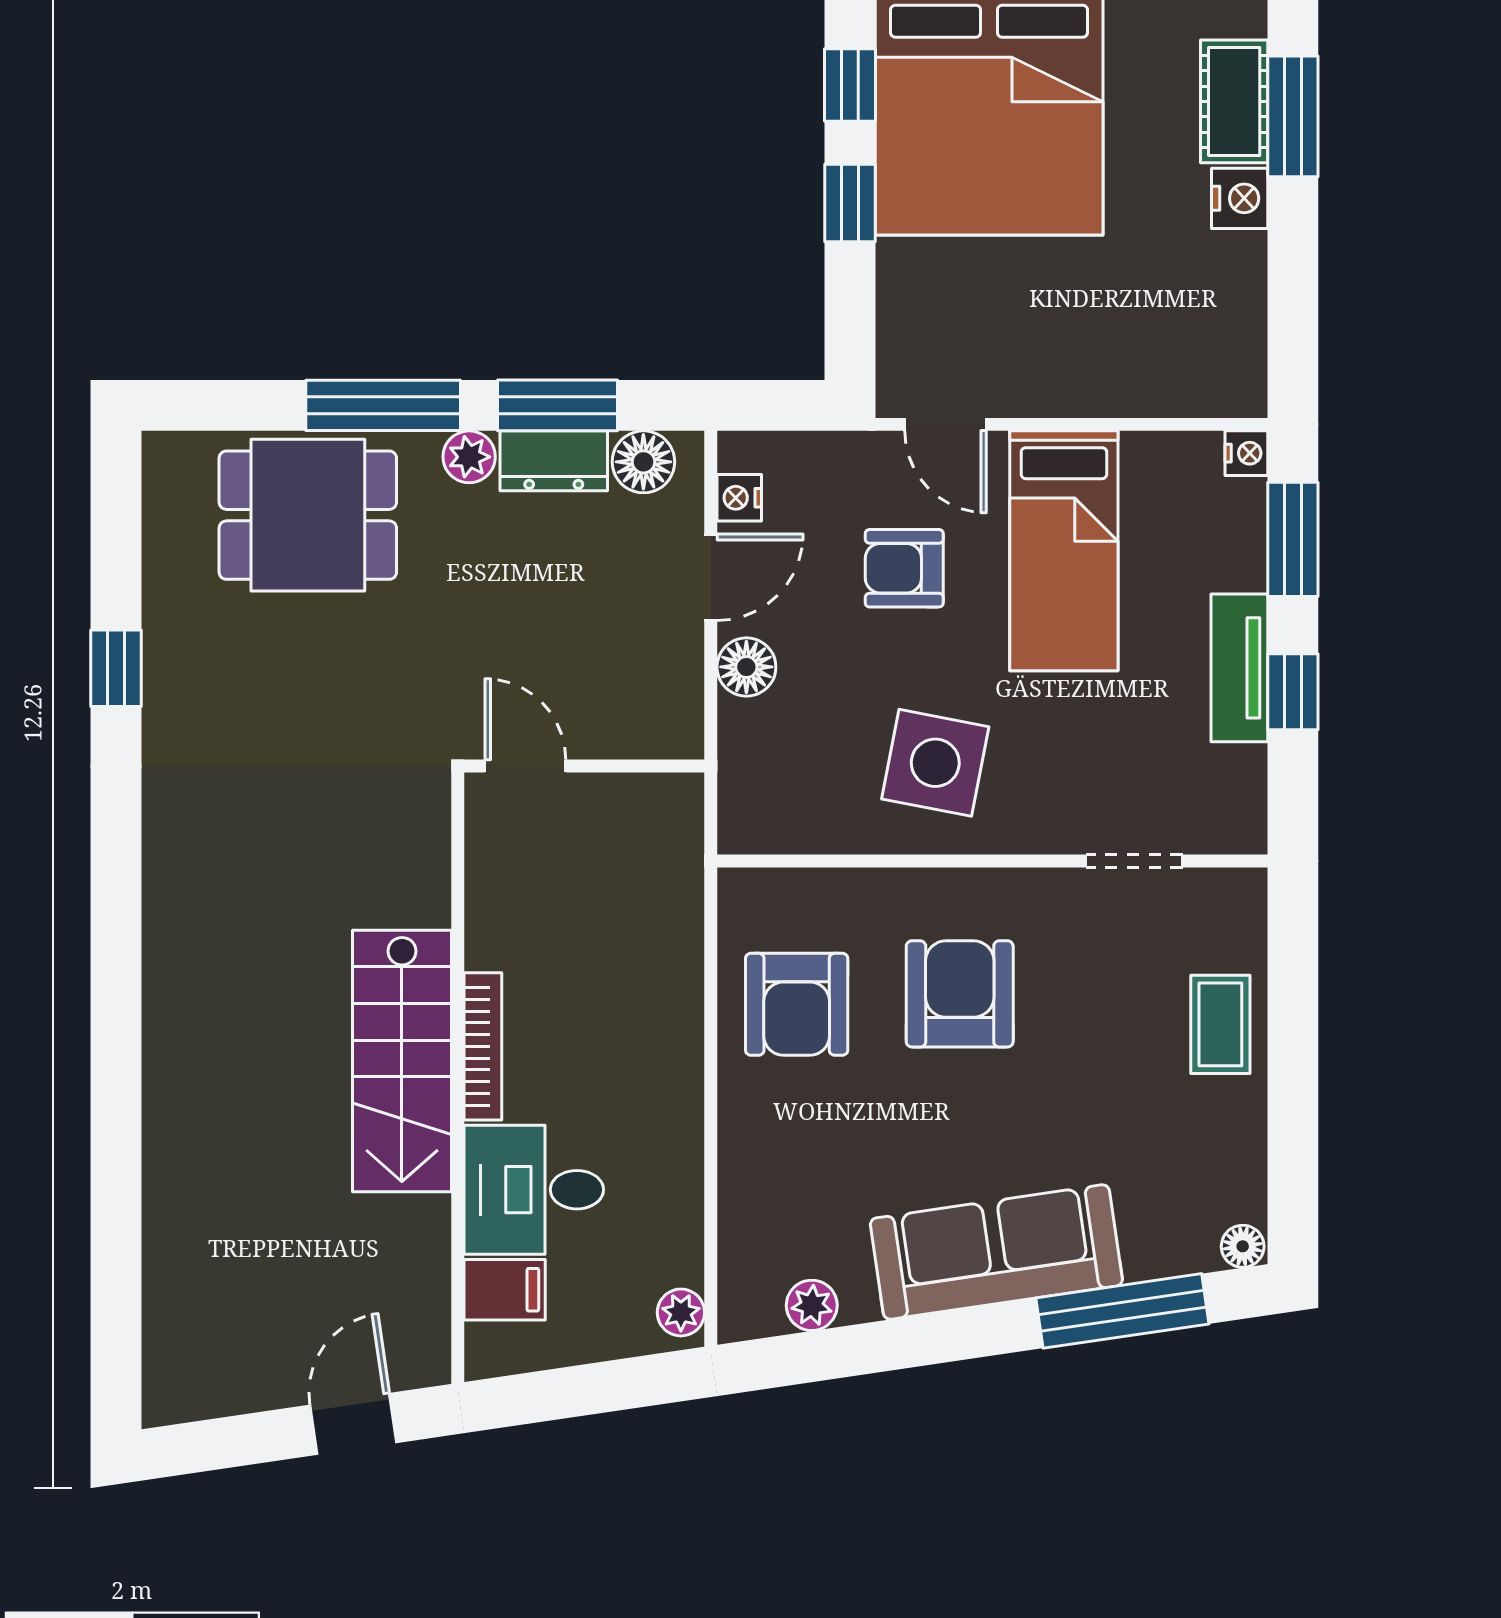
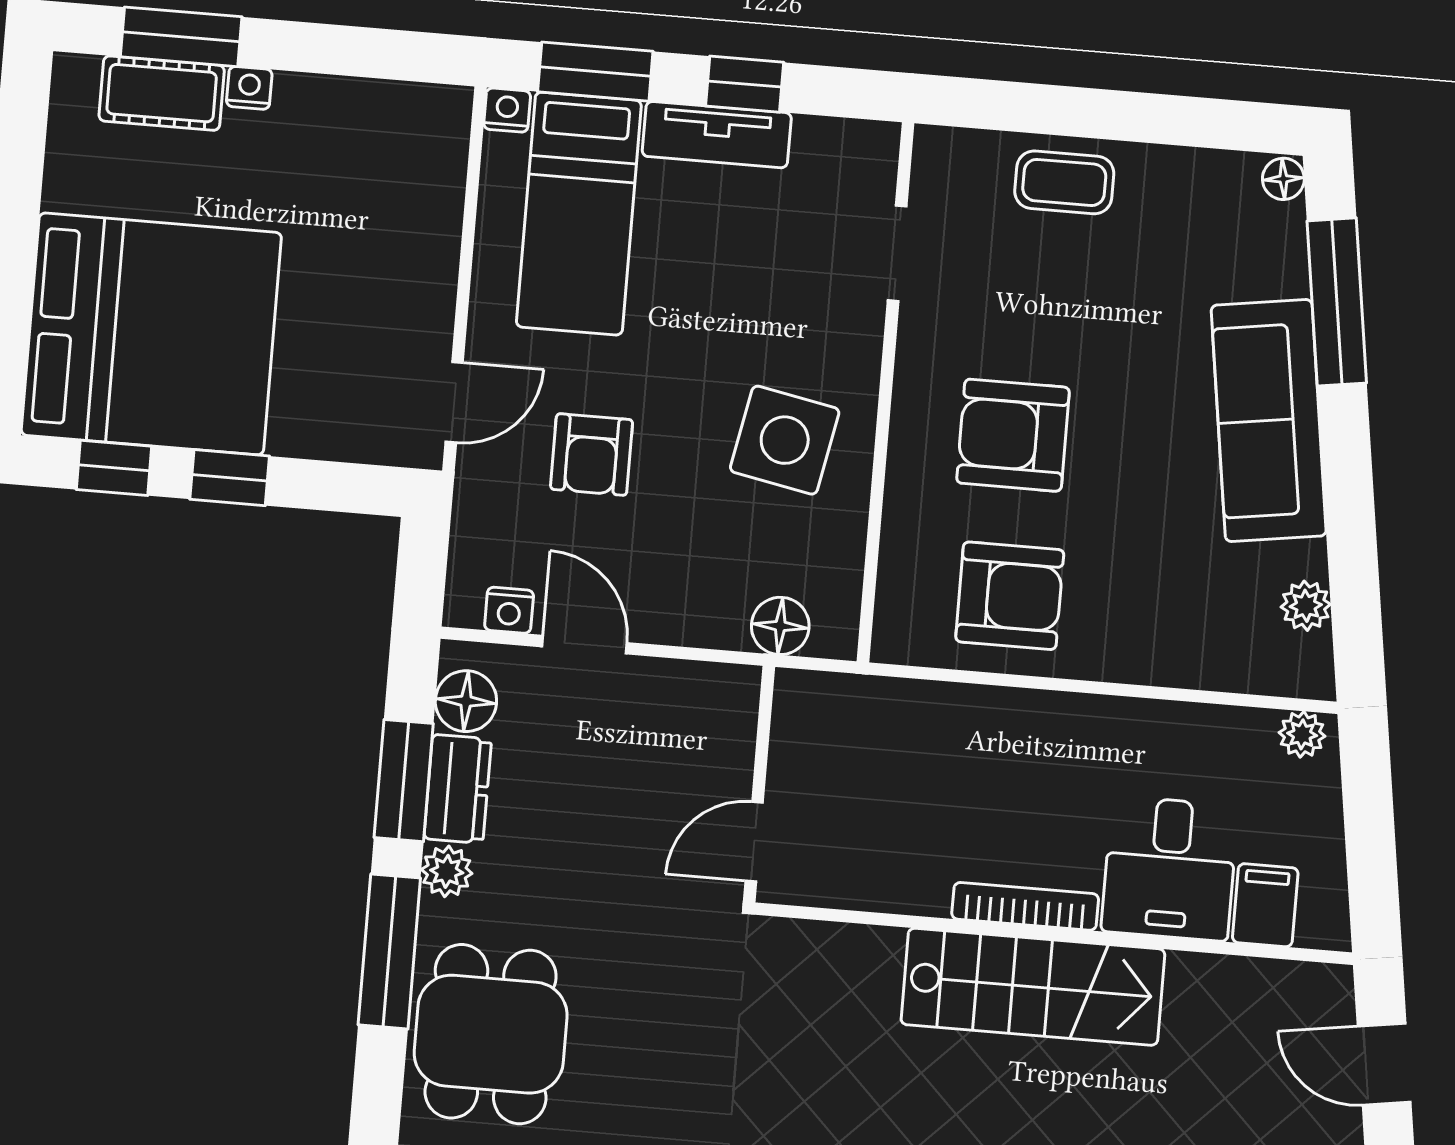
nightstand: (1240, 198) -> (249, 88), width x0.72, depth x0.74
bed: (1064, 551) -> (579, 214), moved, turned 90
floor lamp: (746, 667) -> (780, 626), moved

